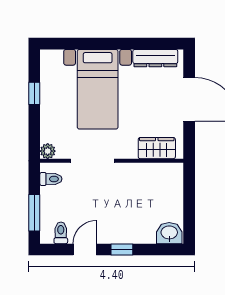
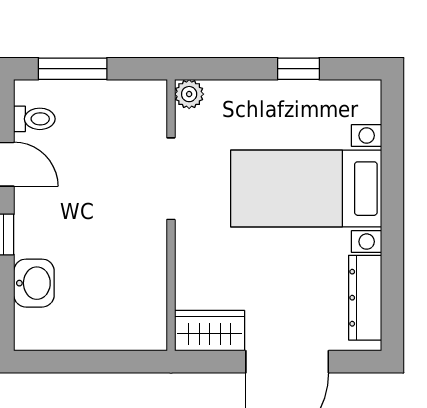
wardrobe: (157, 148) -> (210, 331), moved, turned -90
toilet: (51, 179) -> (136, 100), removed
washbasin: (169, 233) -> (34, 283), moved

